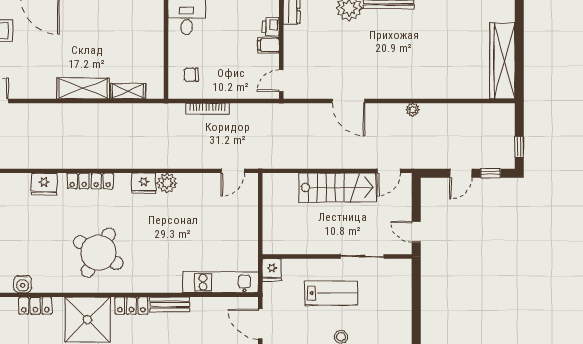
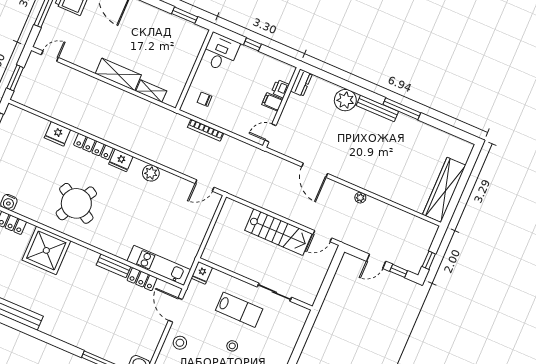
fridge: (144, 183) -> (121, 160), moved
door: (416, 232) -> (323, 291), removed
locker: (131, 306) -> (142, 279), moved

